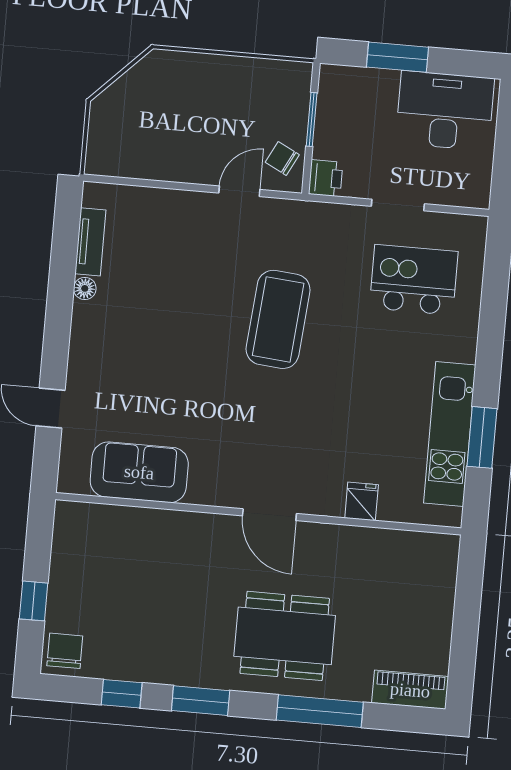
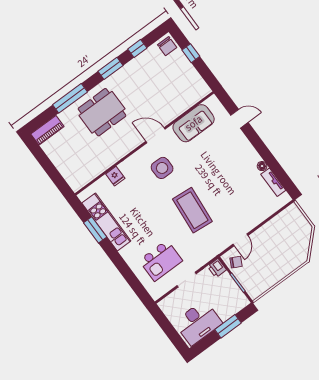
side table: (266, 442) -> (162, 168), added
door: (269, 515) -> (156, 135), moved

